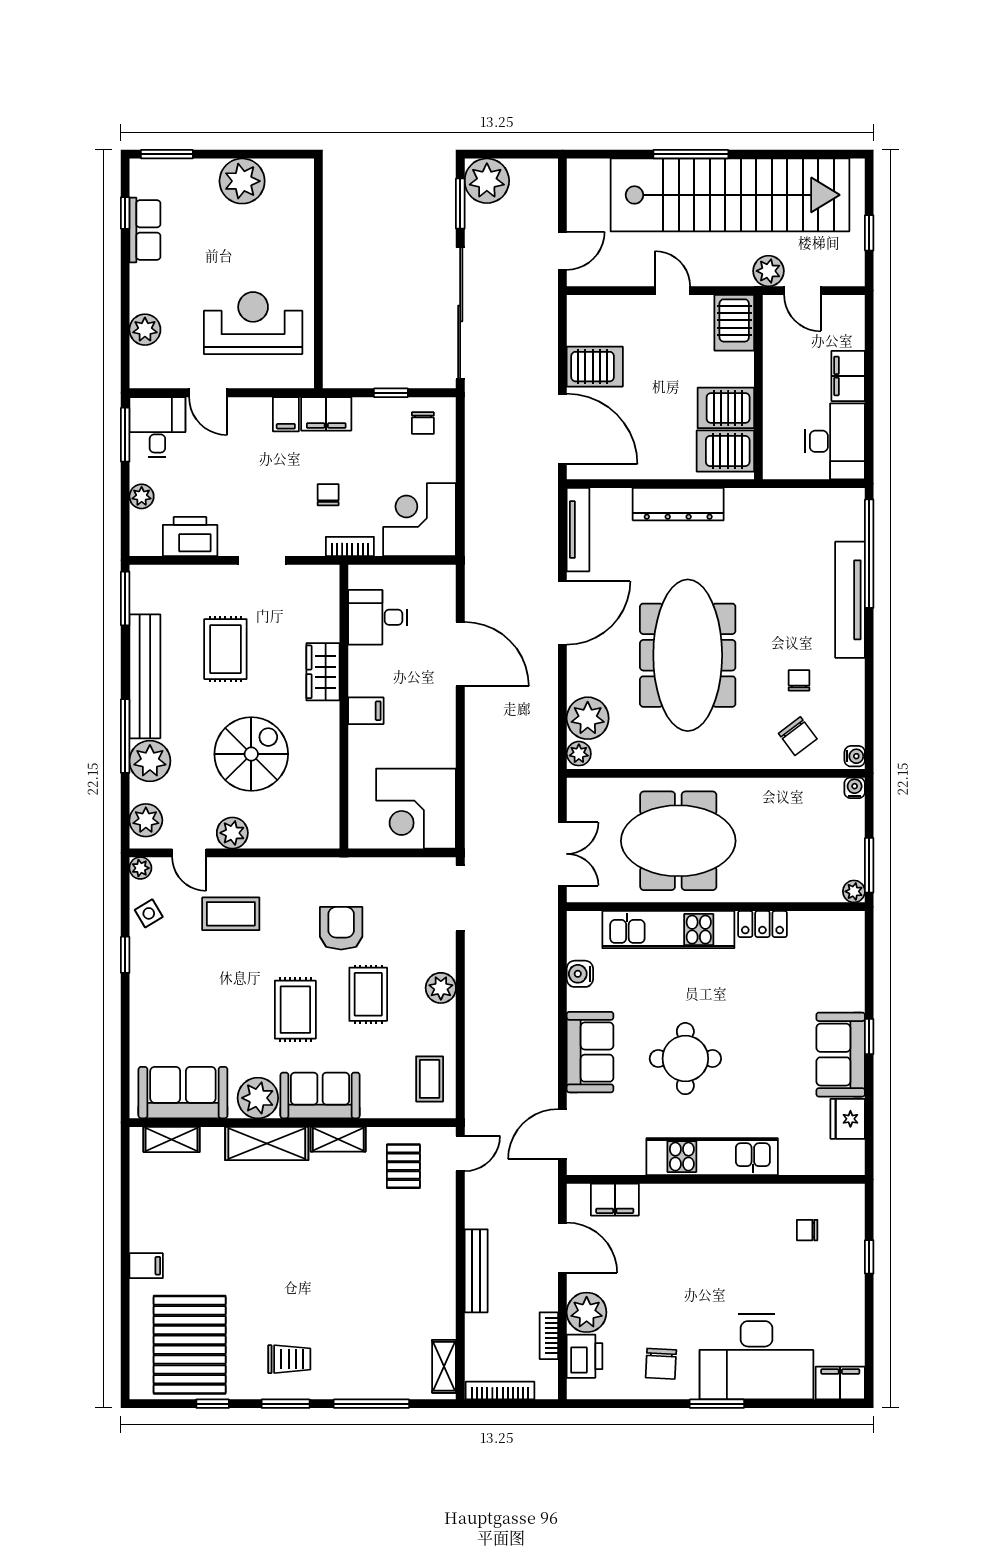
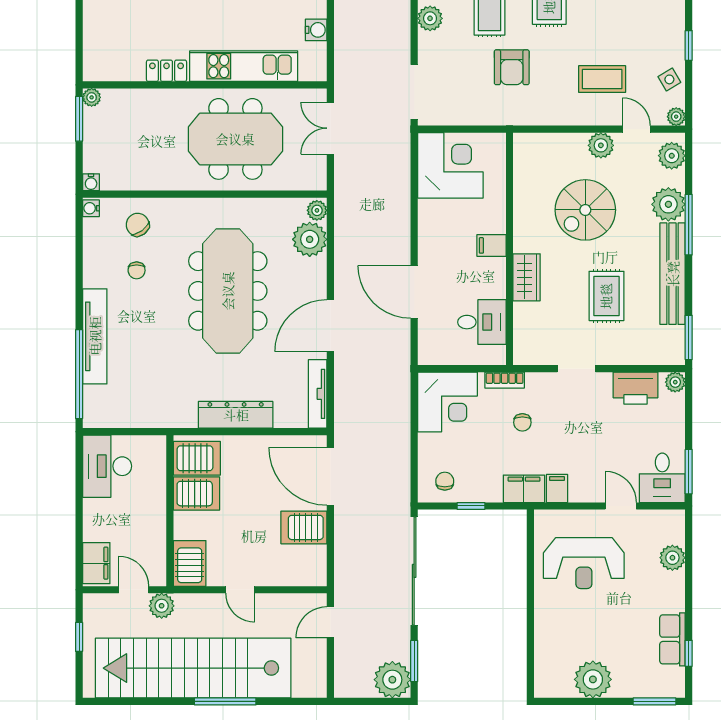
filing cabinet: (848, 376) -> (96, 563), moved
plant: (142, 496) -> (675, 382), moved

